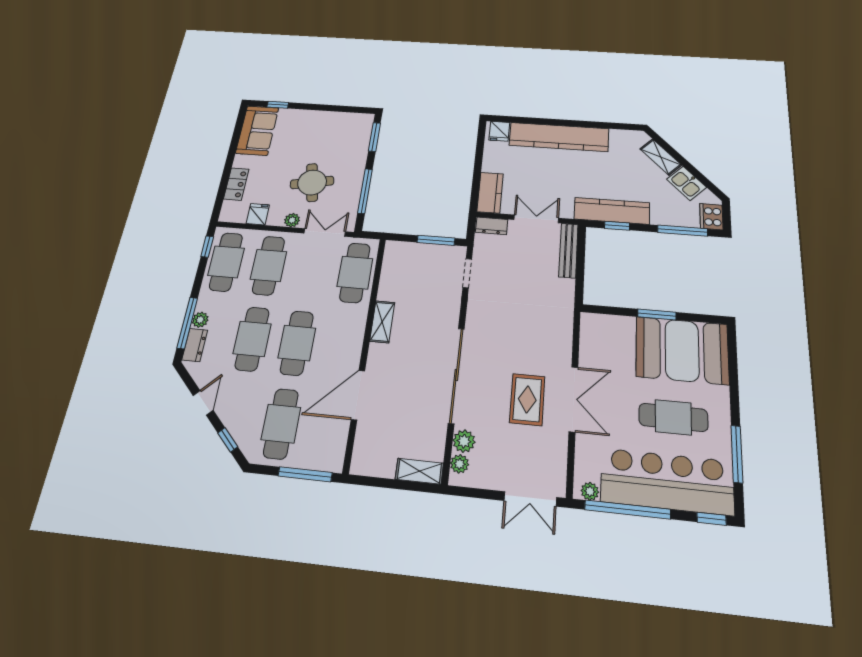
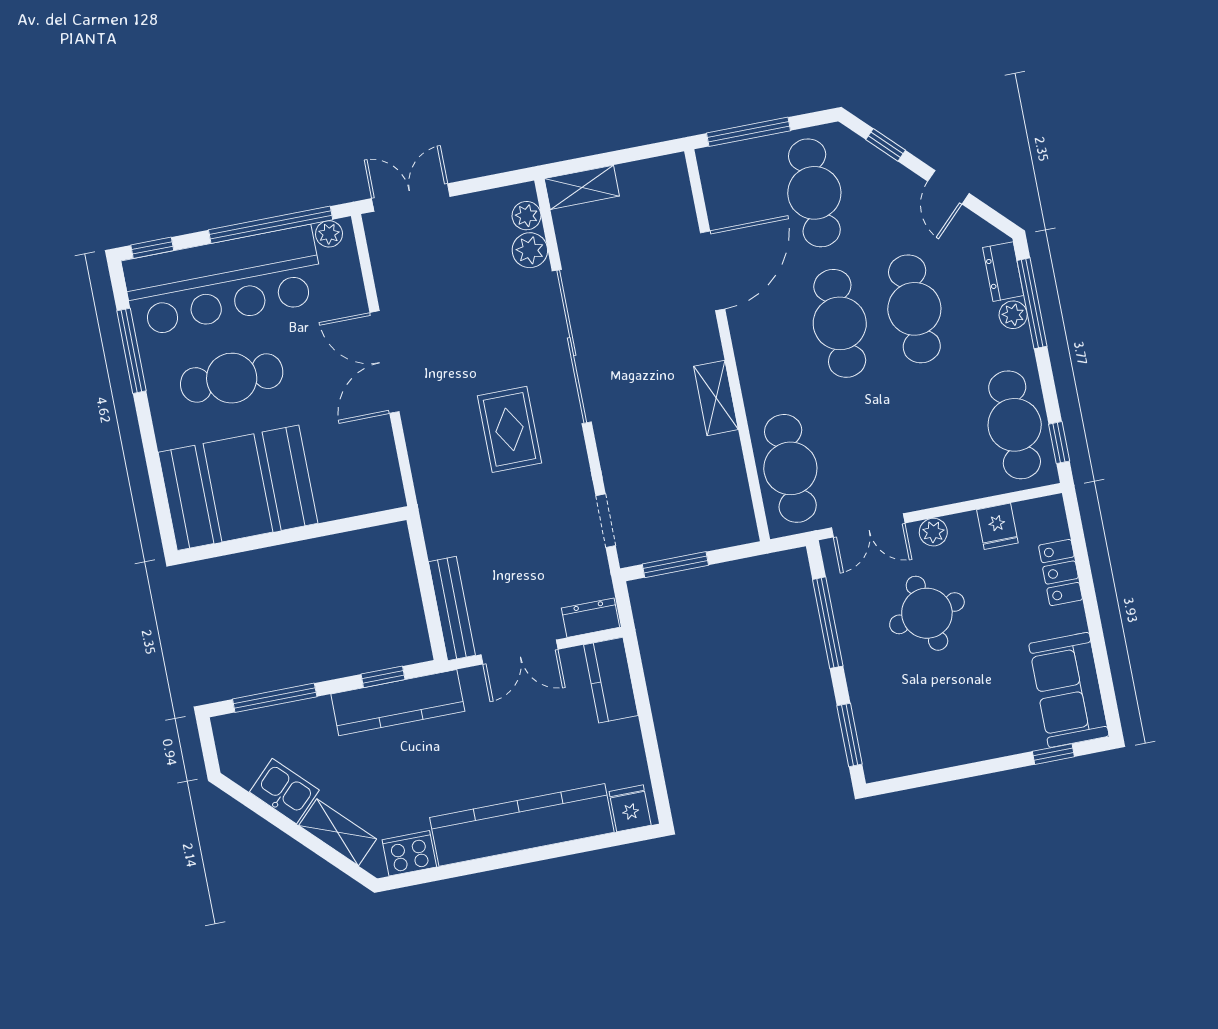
cooker: (711, 217) -> (409, 853), moved, turned -90
cafe table: (269, 265) -> (940, 439), removed
window: (657, 315) -> (287, 536), removed
rug: (527, 399) -> (510, 429), moved

